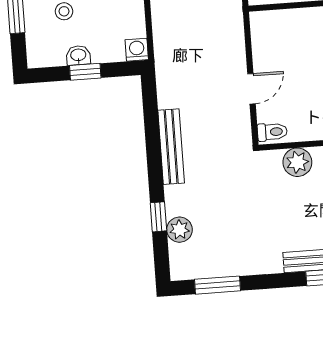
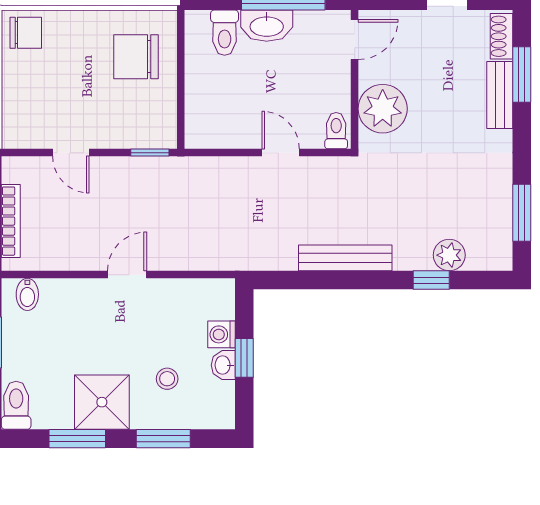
washing machine: (137, 50) -> (221, 334), moved
plant: (297, 162) -> (383, 109), width x1.36, depth x1.36

